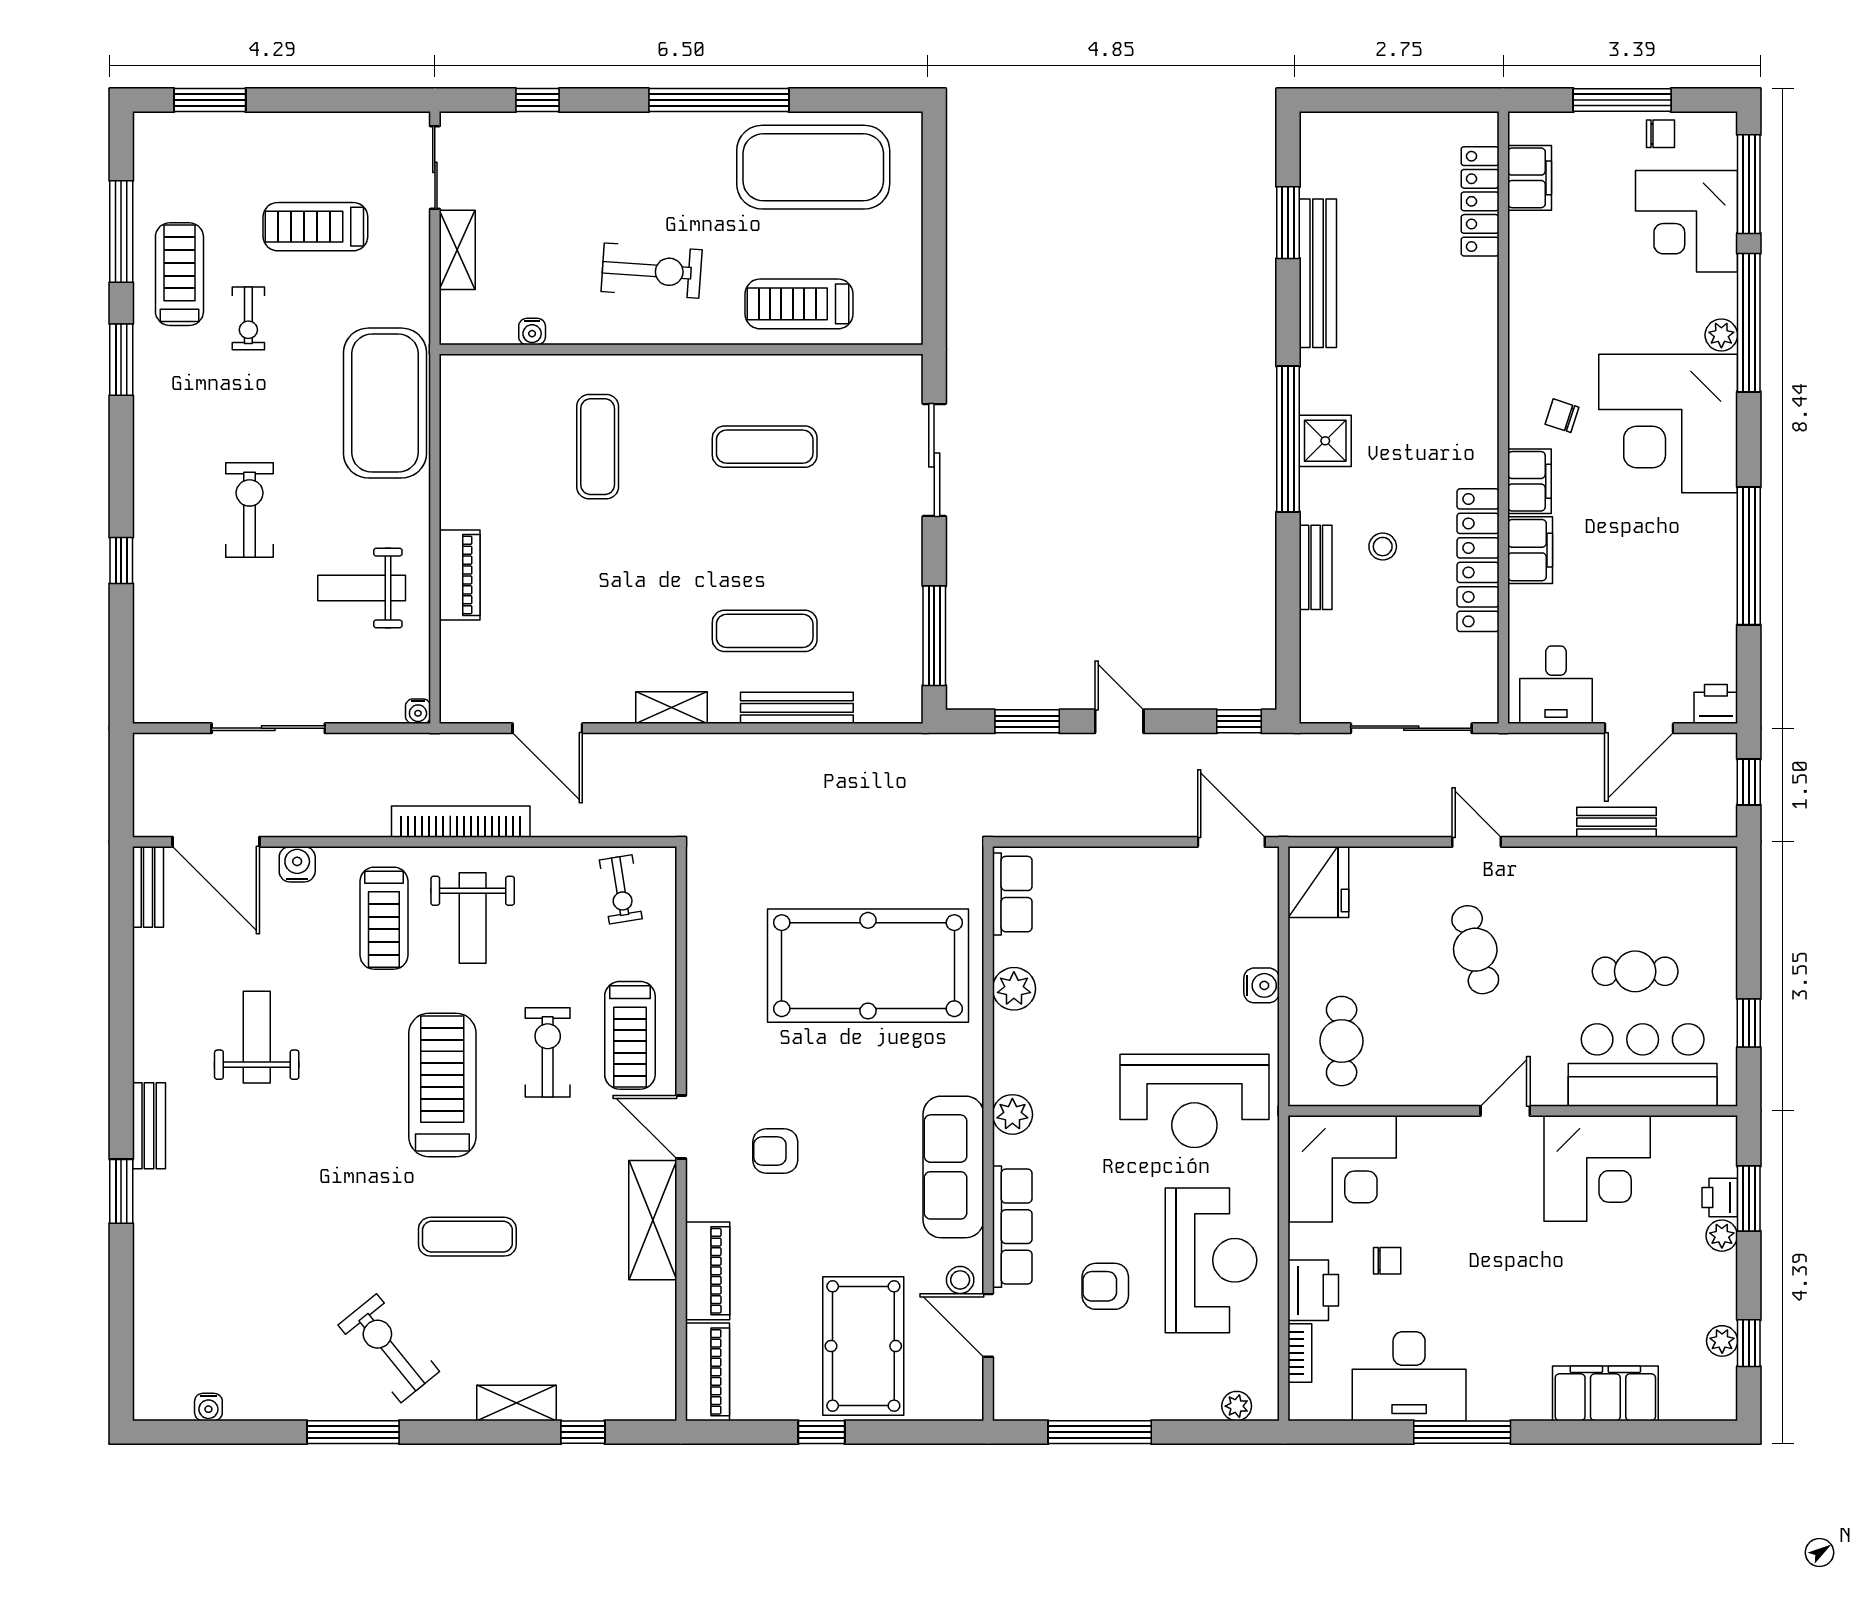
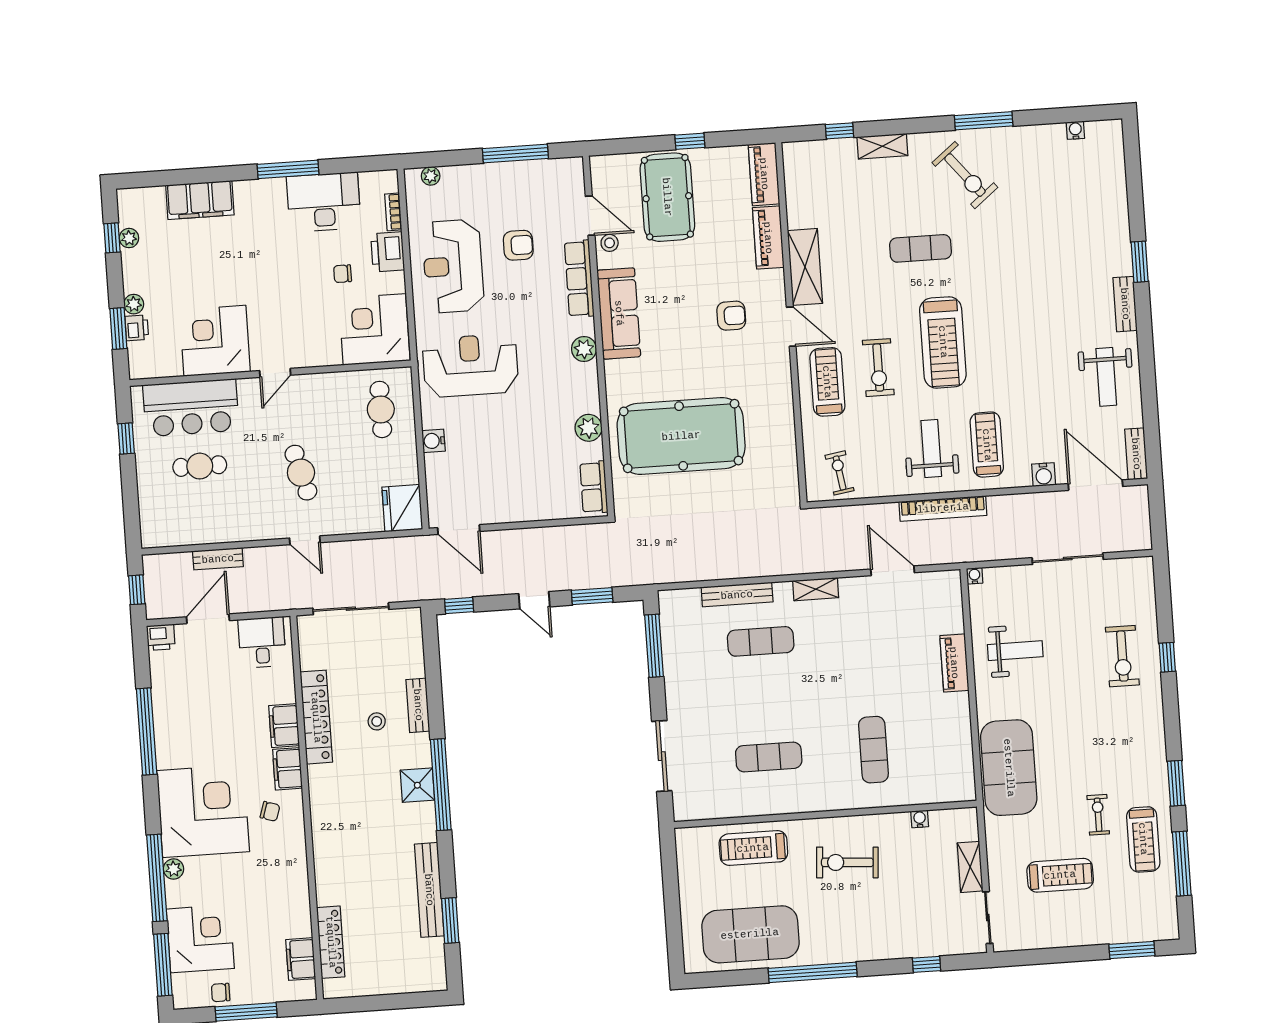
treadmill: (799, 304) -> (753, 848), turned 180
exercise bike: (250, 510) -> (1122, 656), moved
weight bench: (257, 1037) -> (1106, 377), moved

